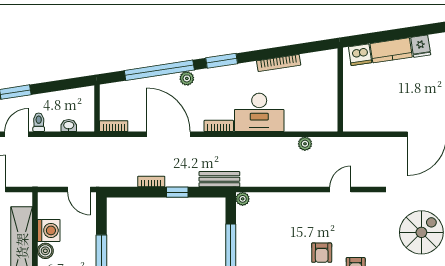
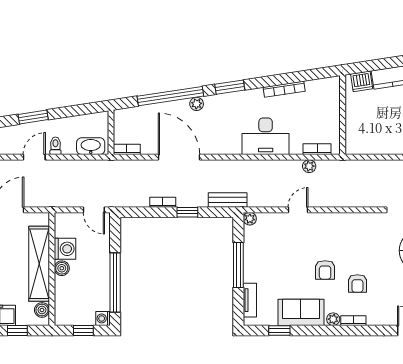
washbasin: (69, 126) -> (91, 146), width x1.91, depth x1.45
bookcase: (219, 126) -> (317, 149), moved
door: (340, 190) -> (298, 210), moved

